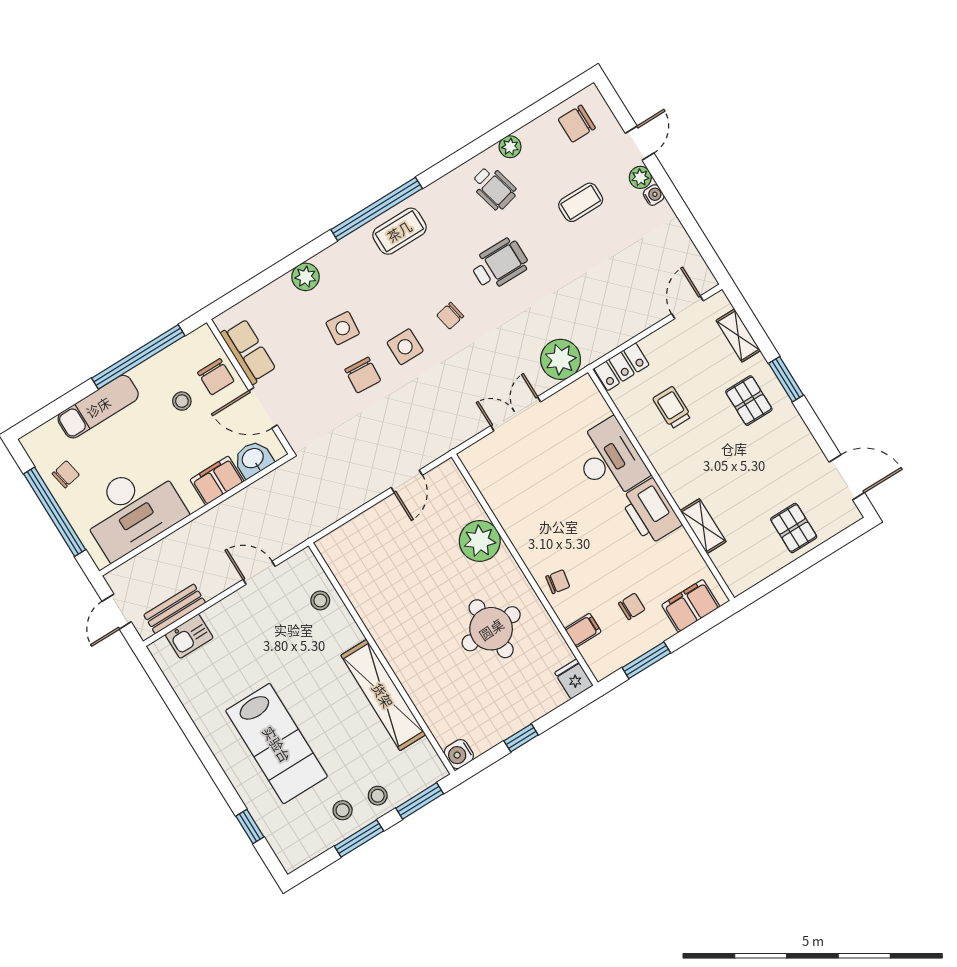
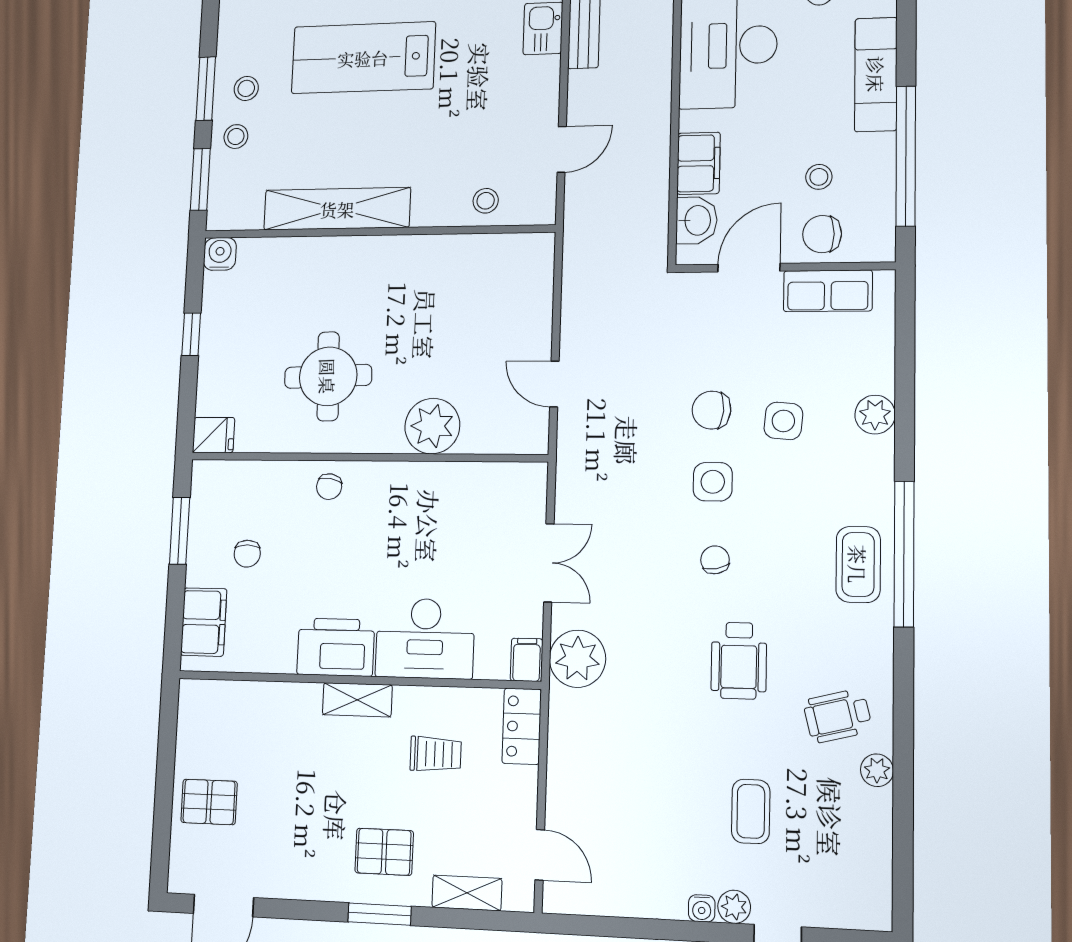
chair: (577, 124) -> (853, 874), removed
shelving: (703, 526) -> (357, 700), moved
filing cabinet: (583, 630) -> (527, 660), moved, turned 180

